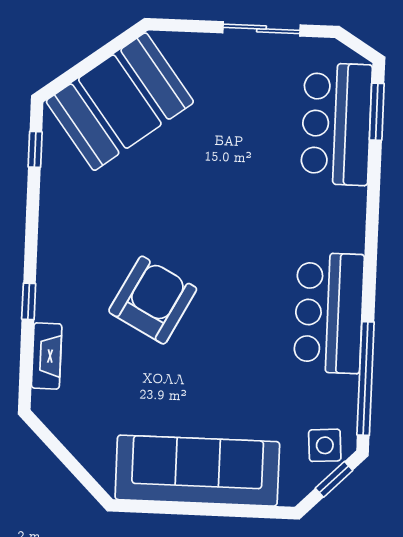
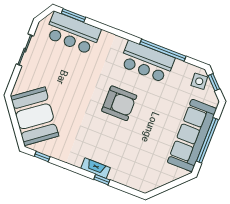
armchair: (153, 300) -> (119, 103), moved, turned 152
fireplace: (47, 356) -> (95, 168), moved
window: (366, 378) -> (163, 50), moved
window: (198, 509) -> (207, 140), added

